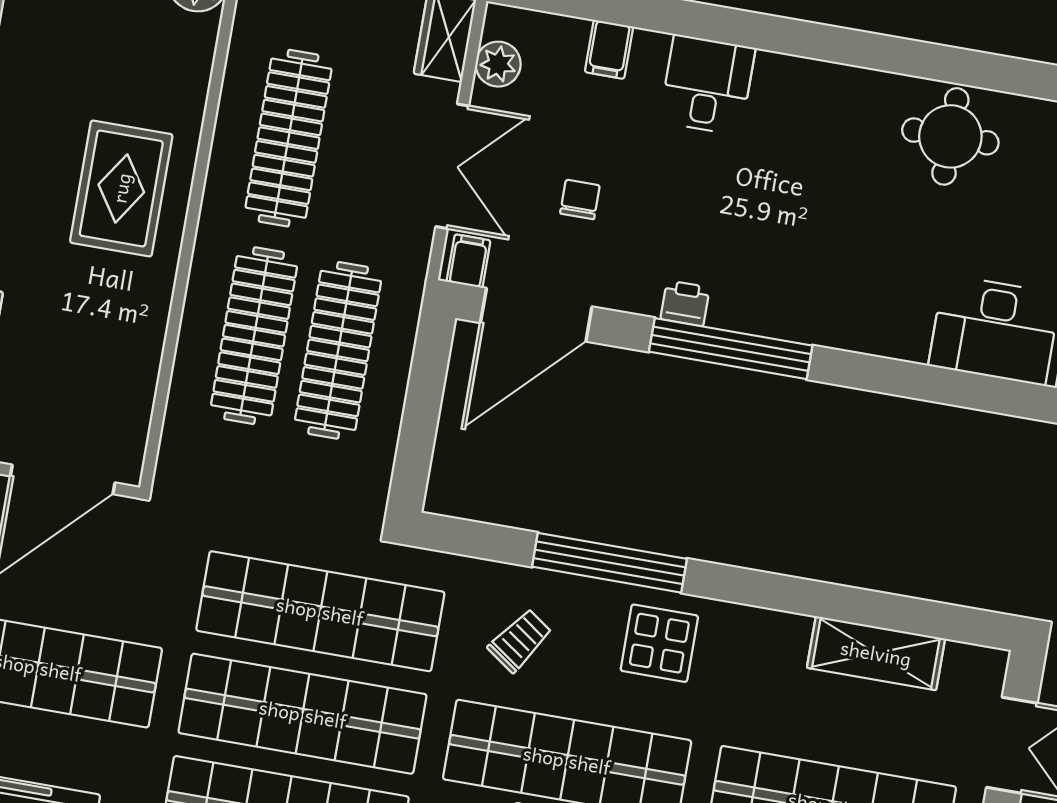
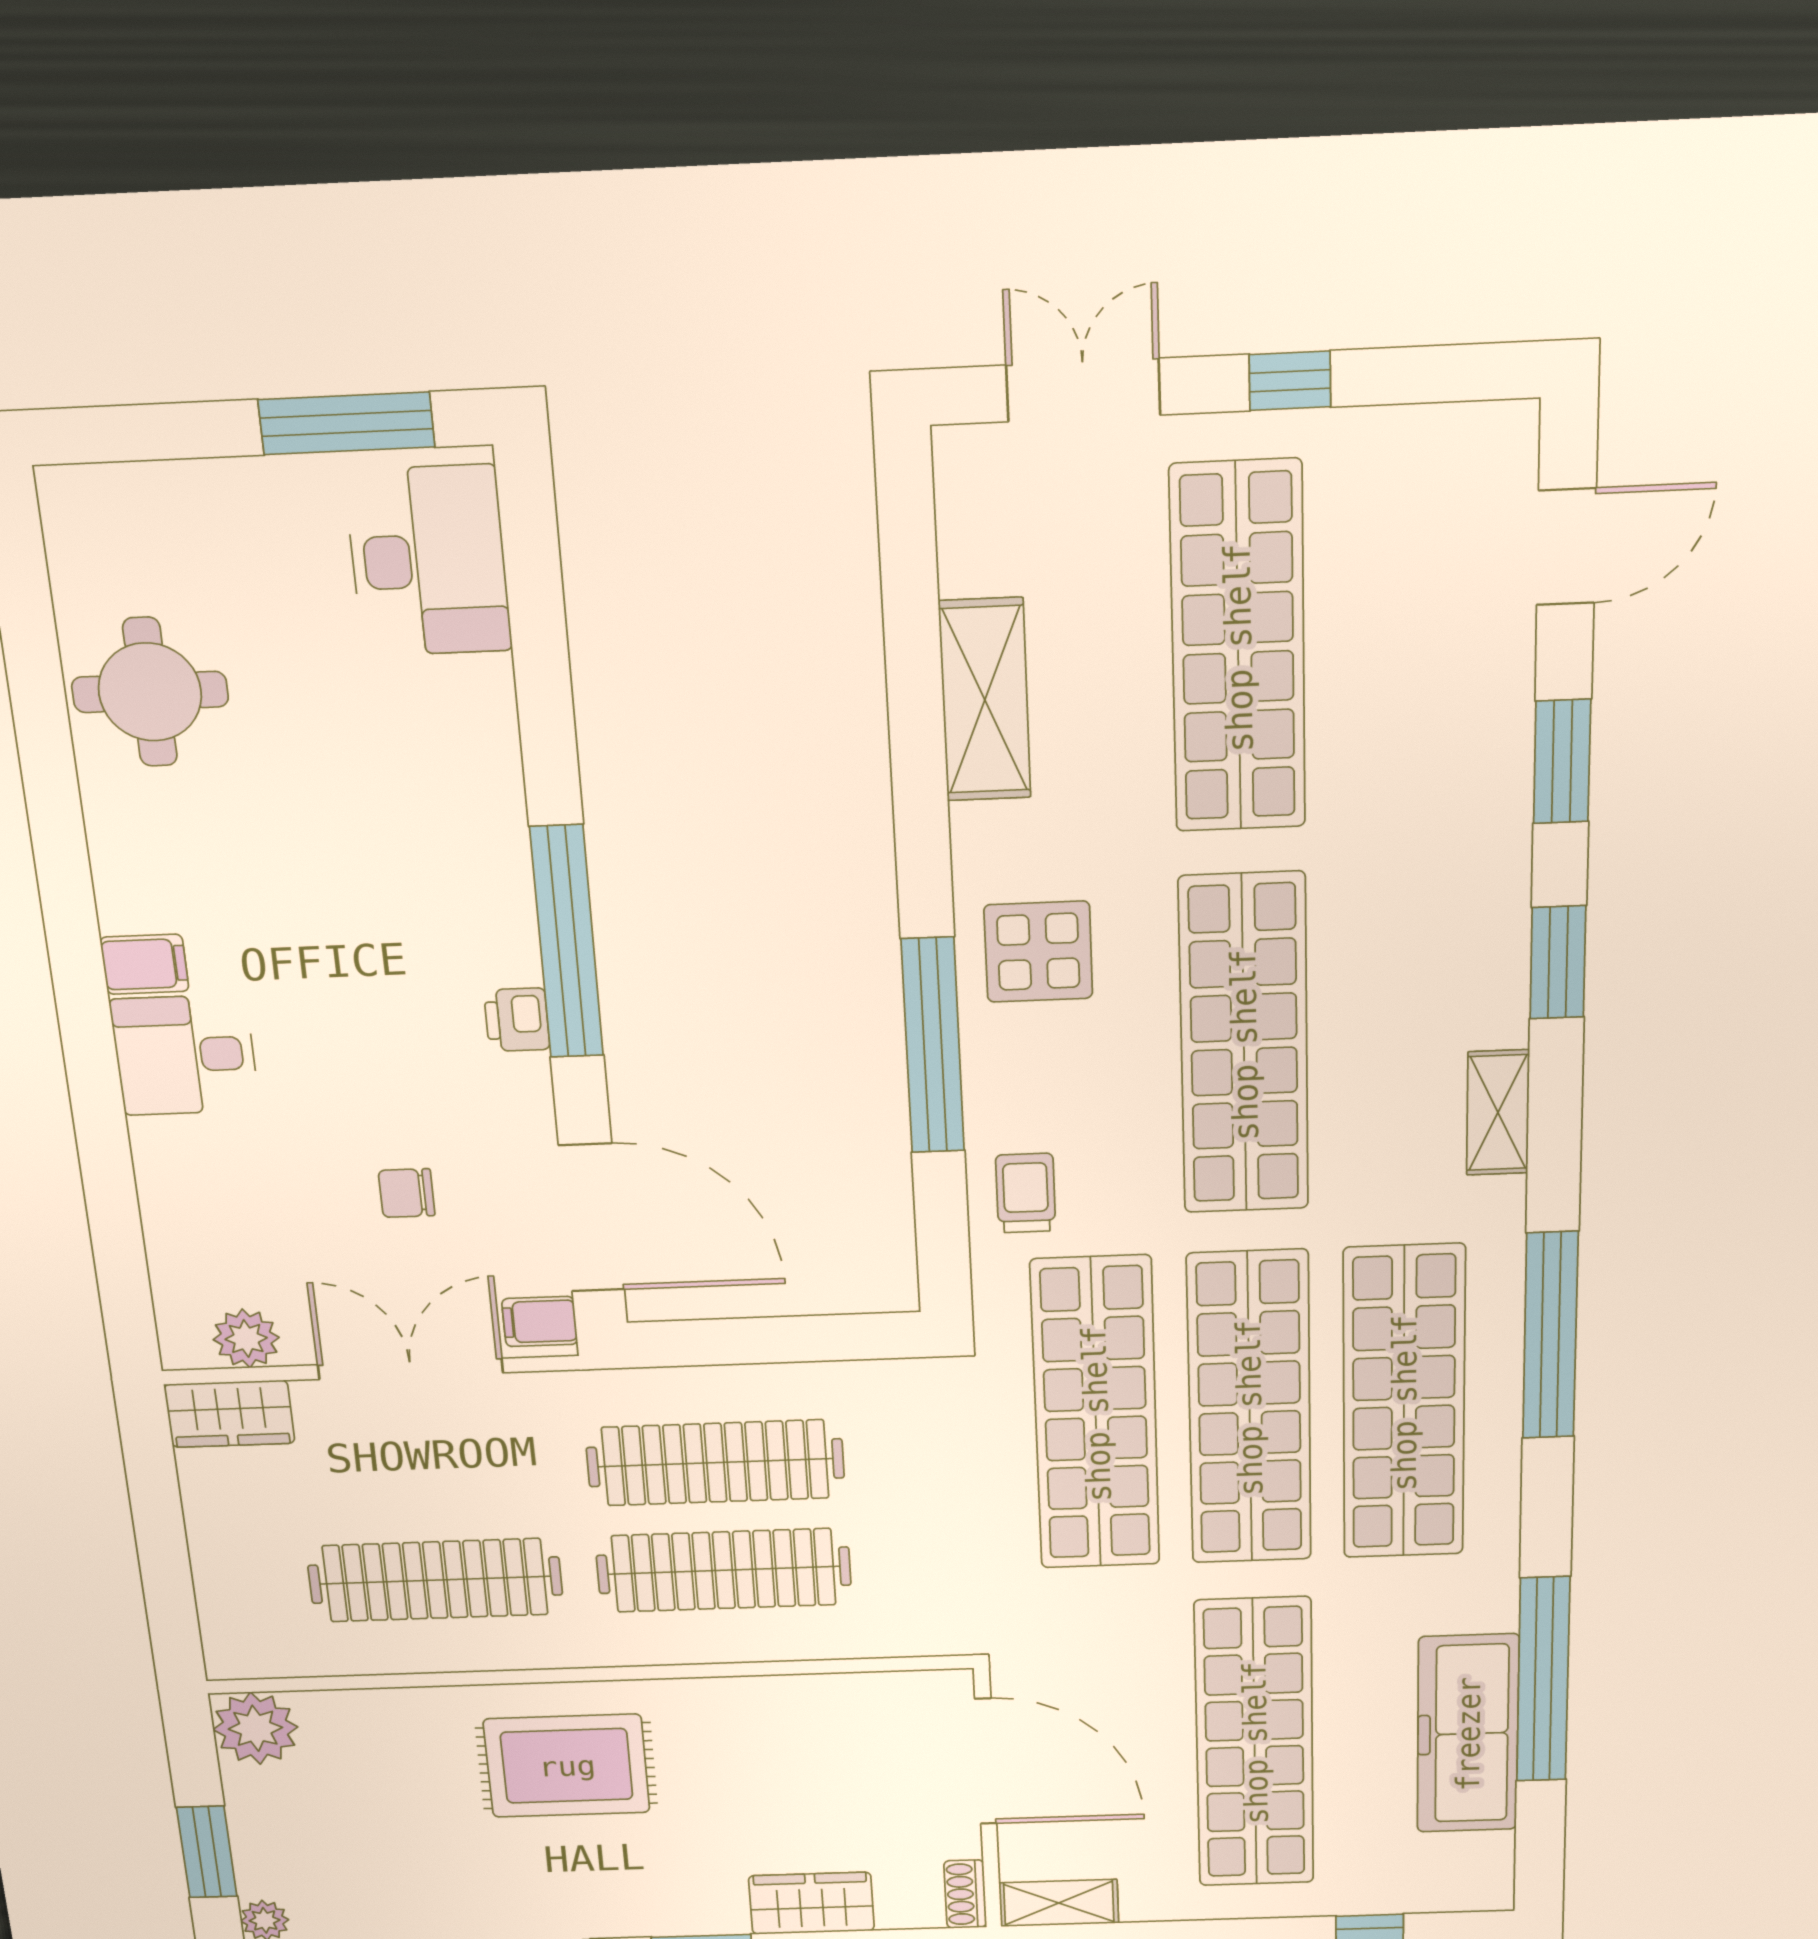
filing cabinet: (609, 49) -> (144, 964), moved
trolley: (520, 641) -> (1026, 1193), moved, turned 55
shelving: (876, 653) -> (985, 700), moved

